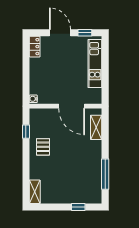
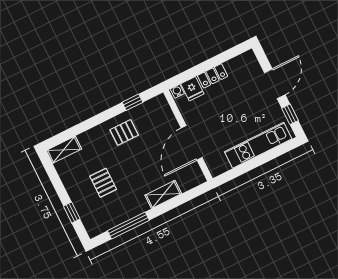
locker: (35, 47) -> (213, 76), moved
fridge: (37, 88) -> (192, 89), added
shelving: (96, 127) -> (163, 194), moved
pallet: (69, 177) -> (103, 183), added

